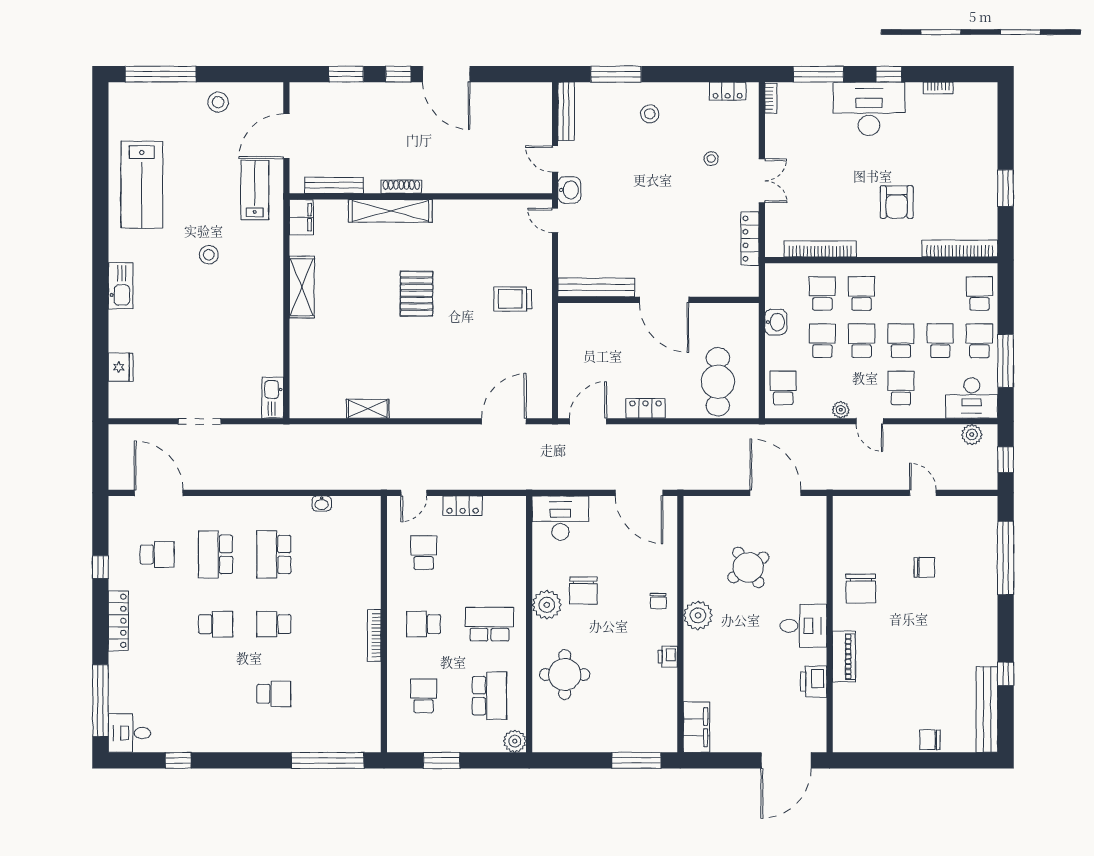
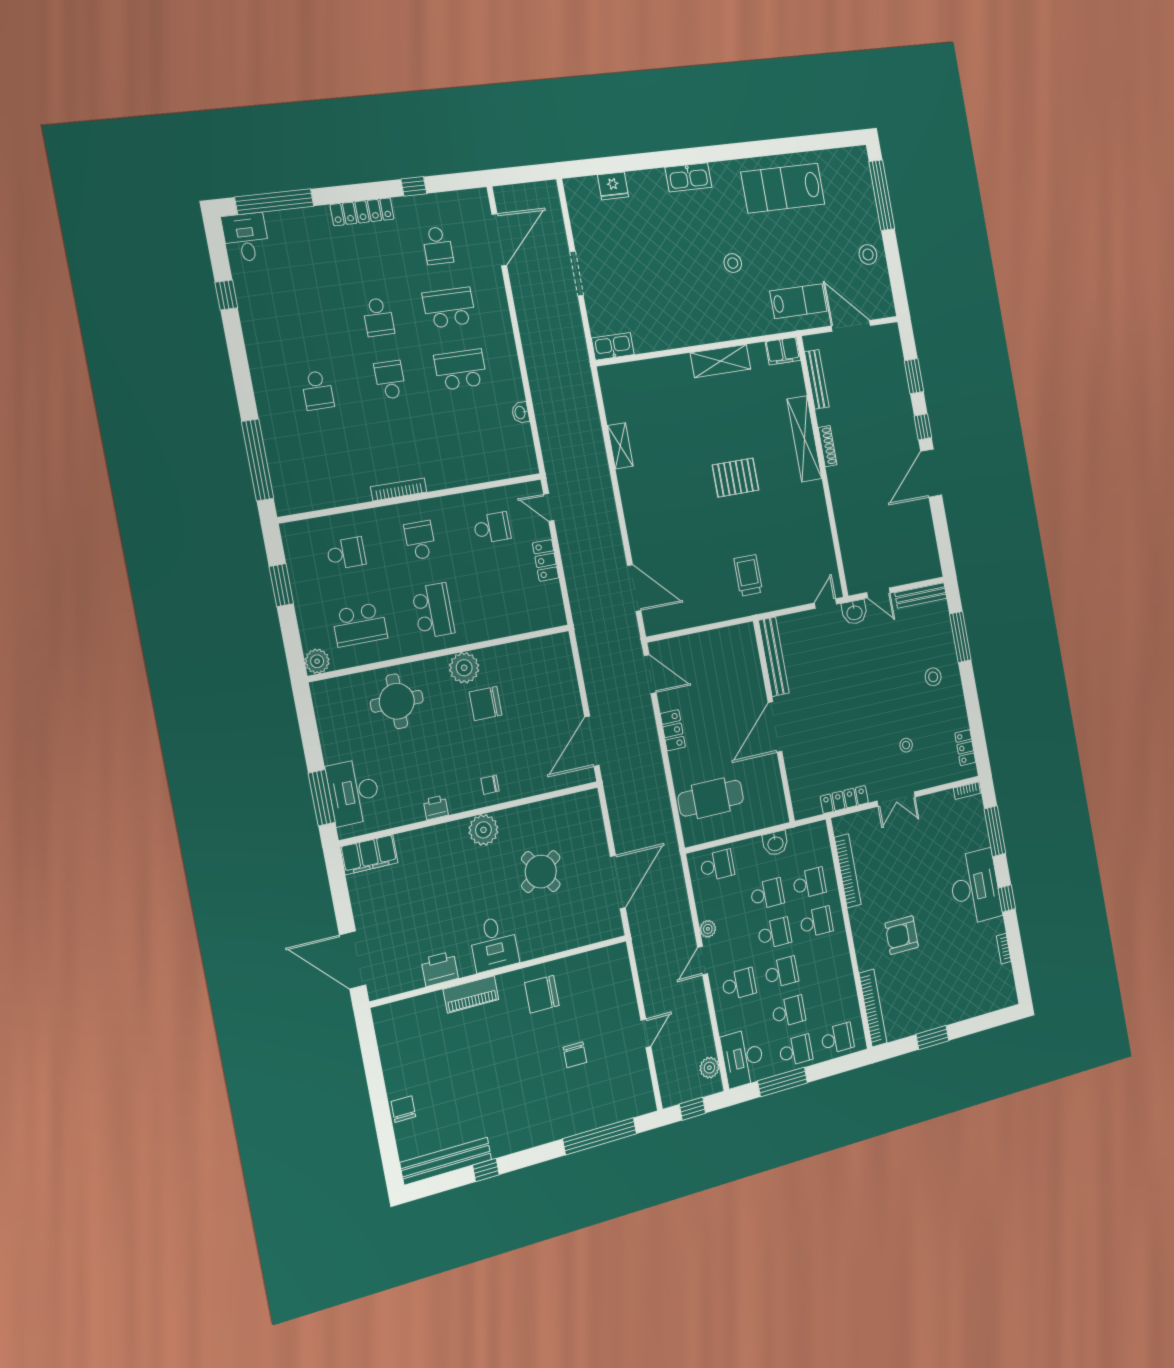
door: (555, 159) -> (878, 593), swing flipped
desk: (560, 518) -> (354, 792), moved, turned 180

